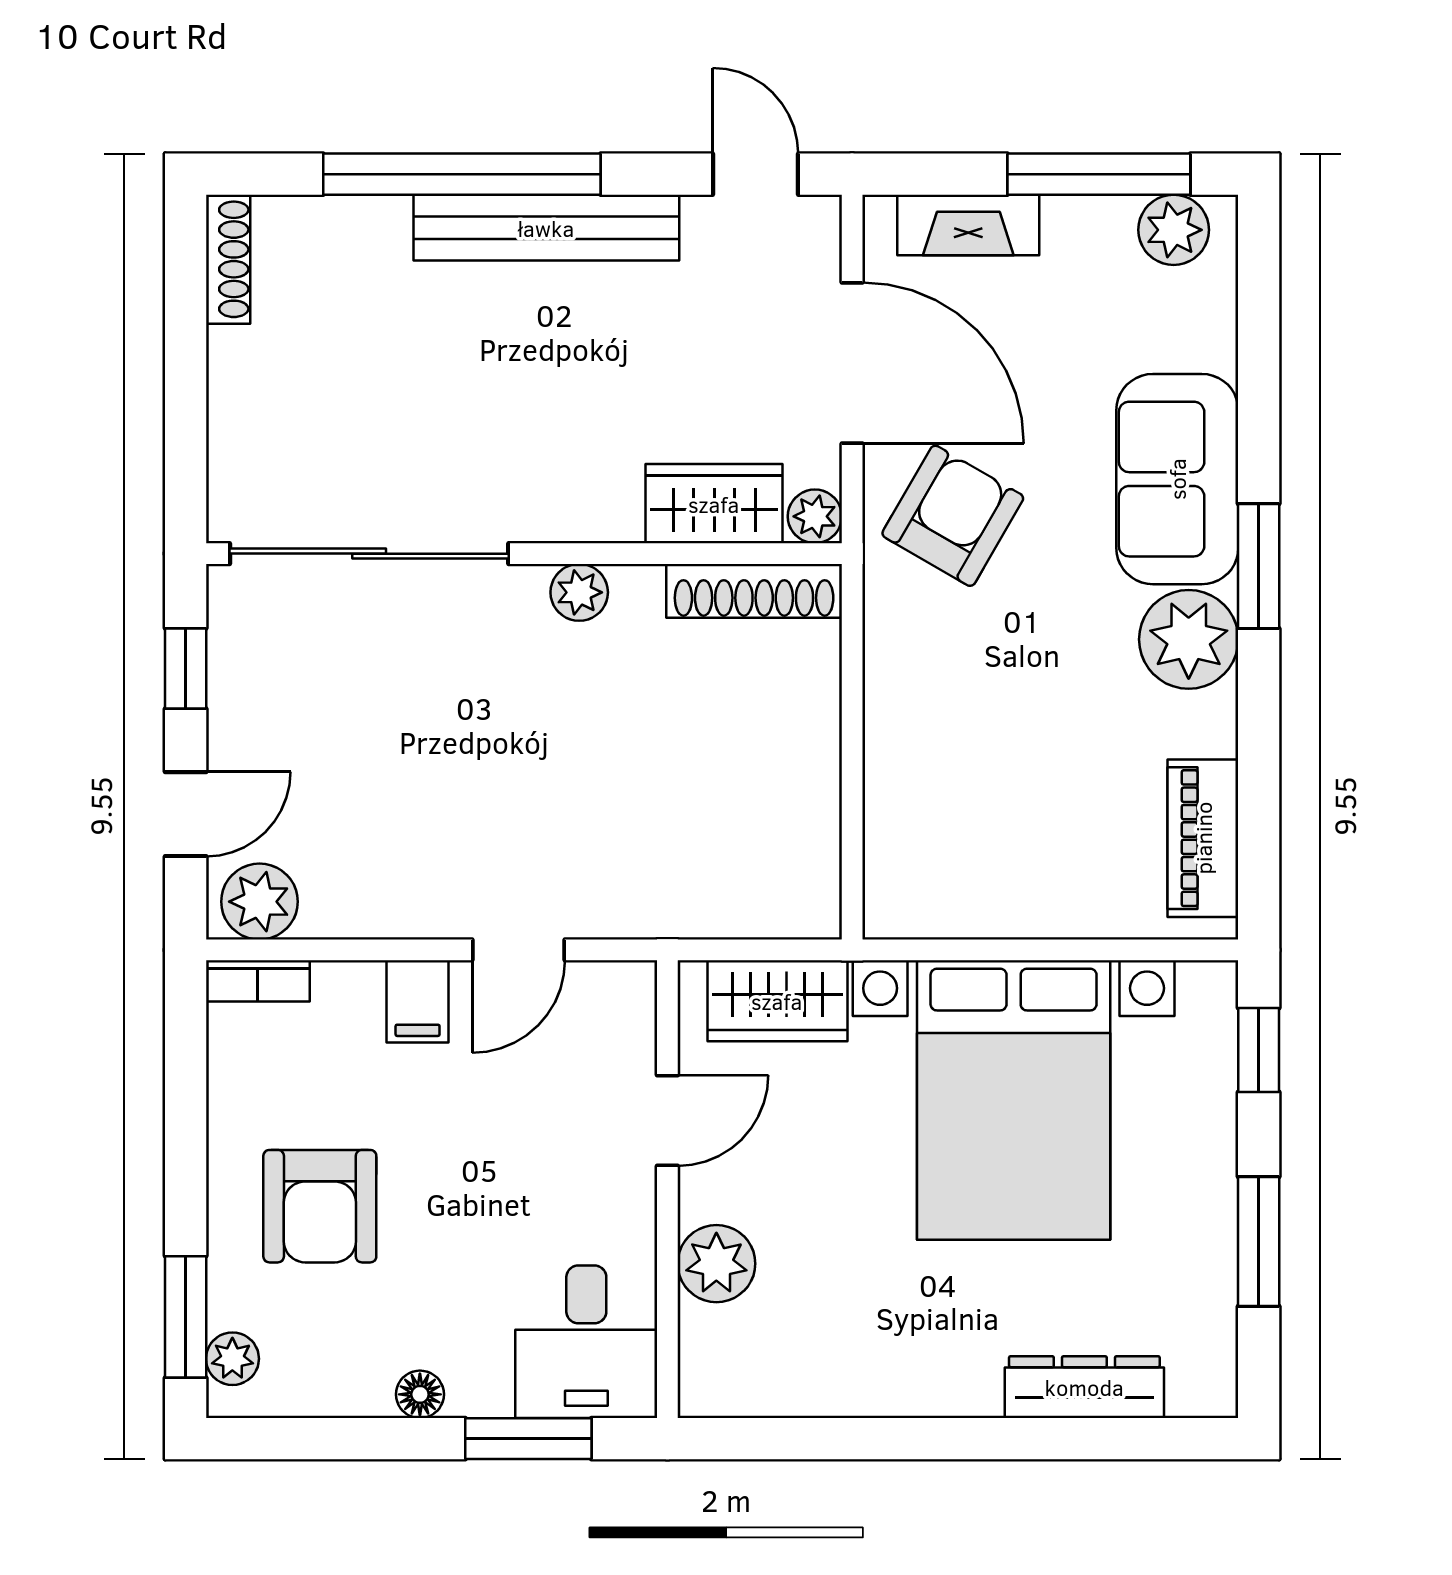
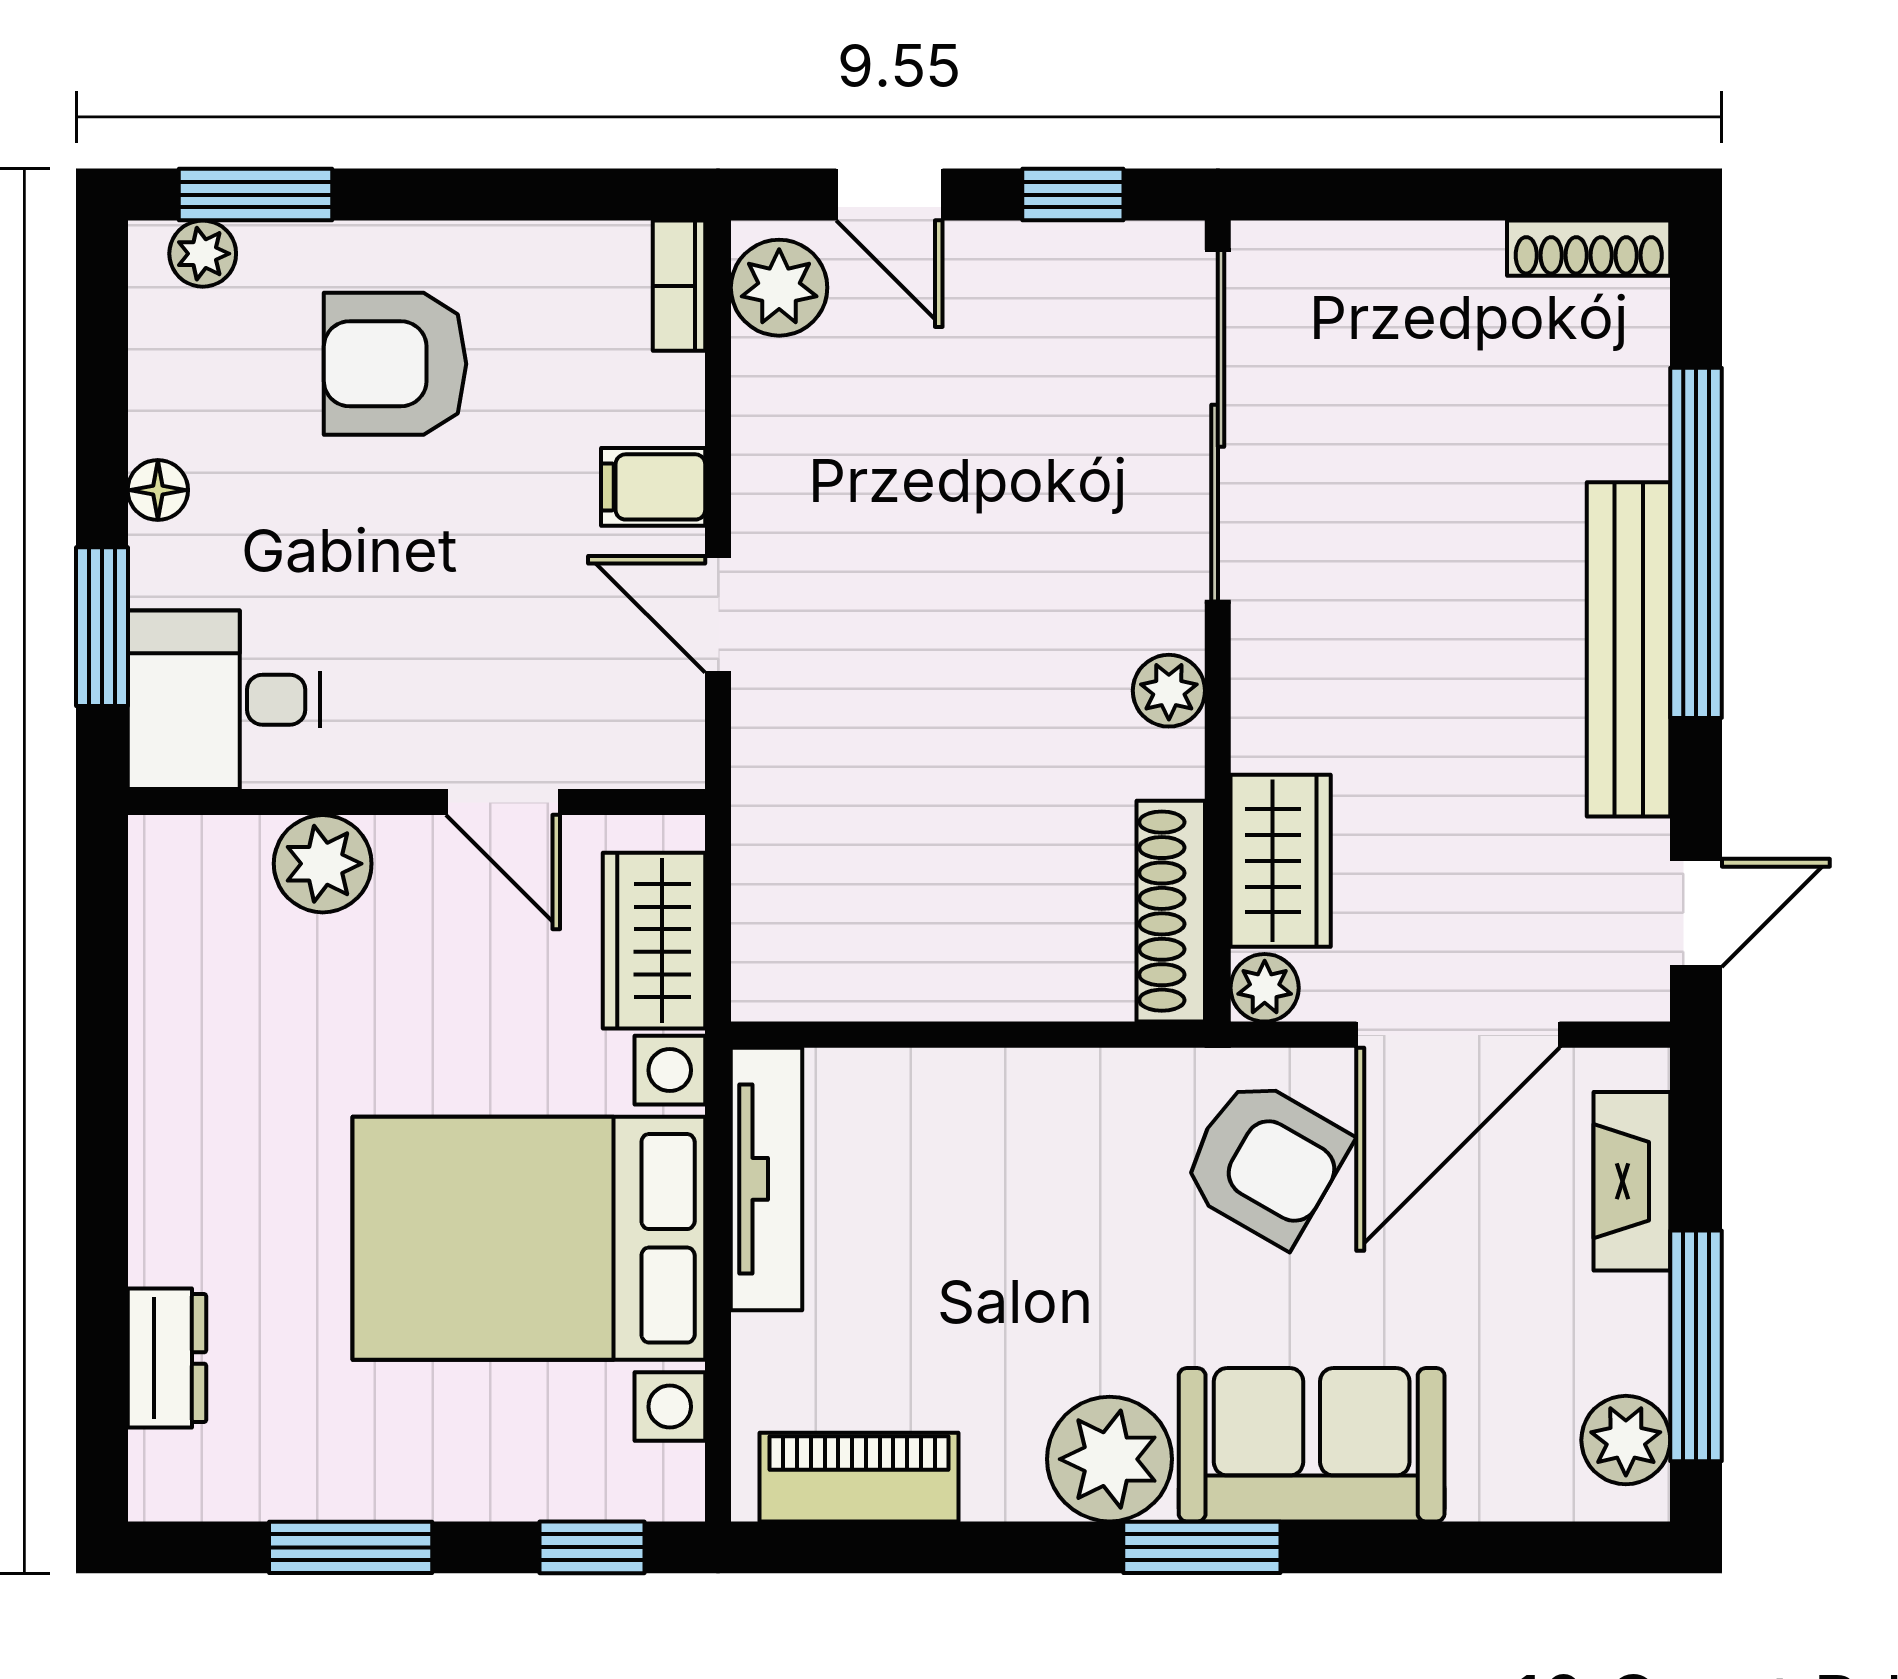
tv unit: (967, 911) -> (767, 1179), added
dresser: (1084, 1387) -> (167, 1358), width x0.70

